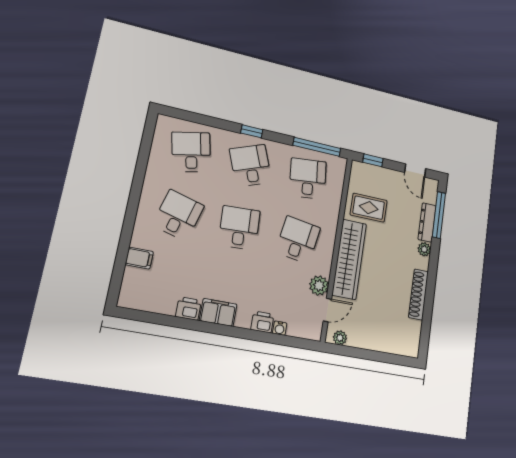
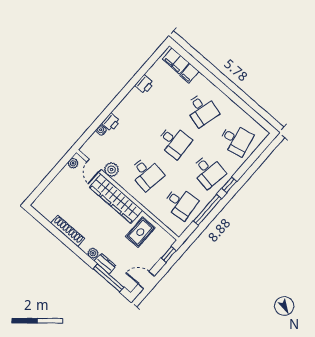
window: (317, 147) -> (207, 210), moved
desk: (251, 165) -> (208, 171), turned 30
dresser: (427, 223) -> (105, 264), width x0.70
filing cabinet: (218, 312) -> (176, 61), moved, turned 90

